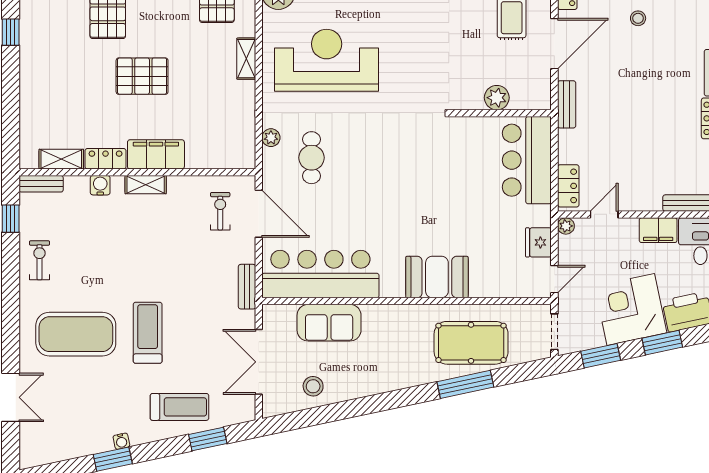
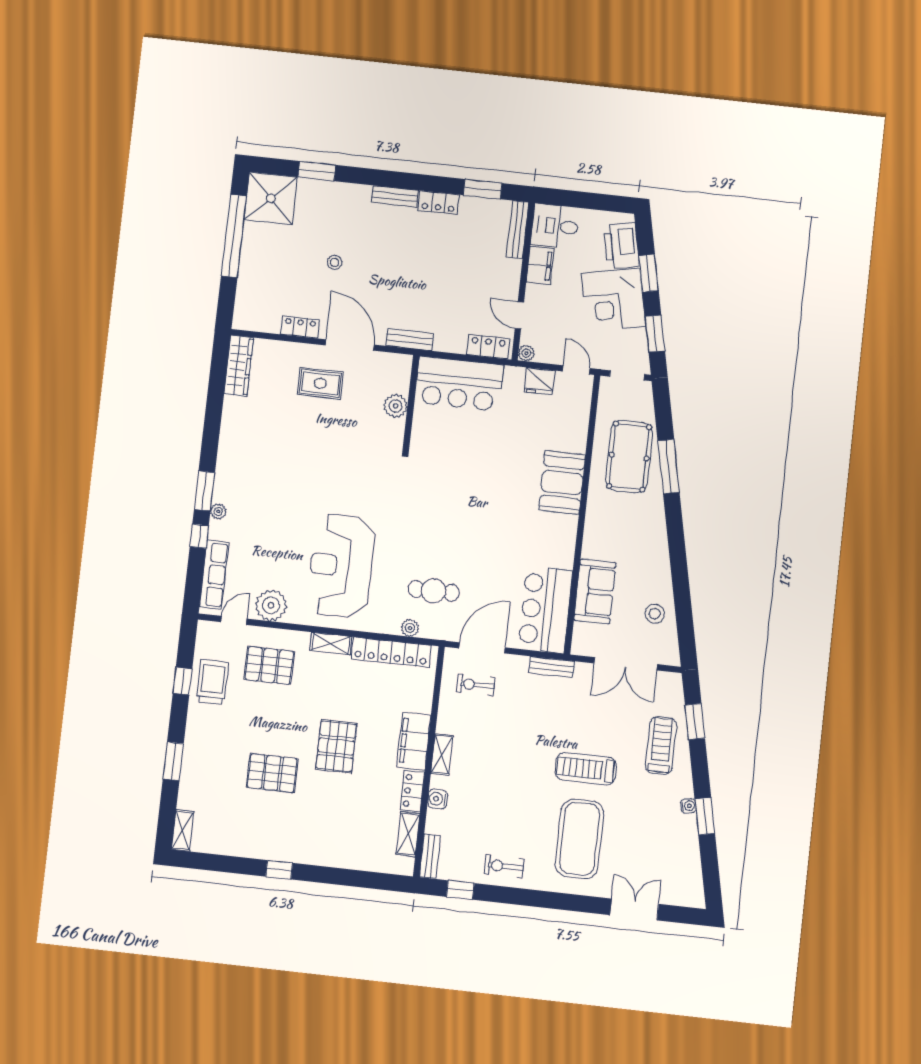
locker: (244, 121) -> (391, 652), added
bar counter: (320, 274) -> (545, 610), width x0.73

